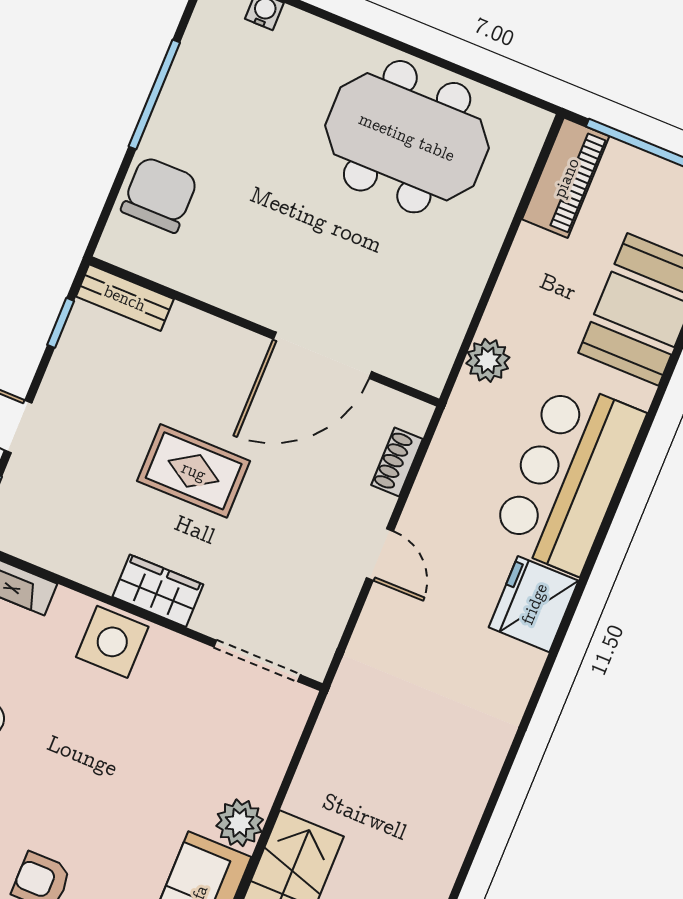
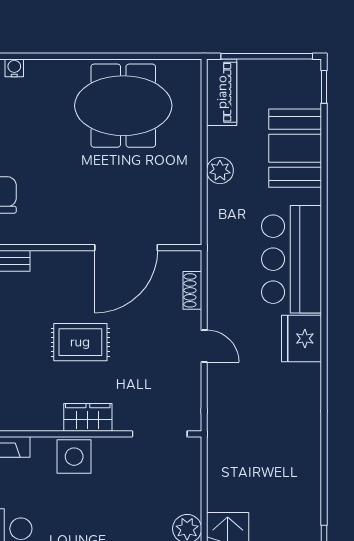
plant: (488, 360) -> (220, 170), moved

